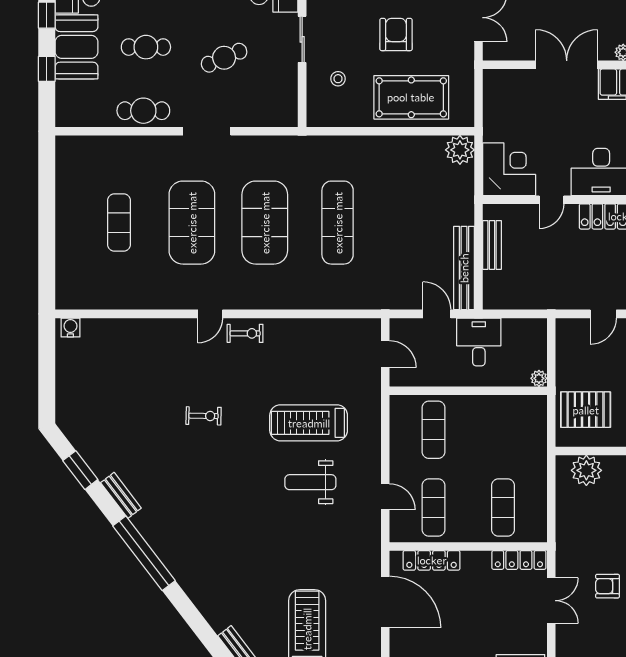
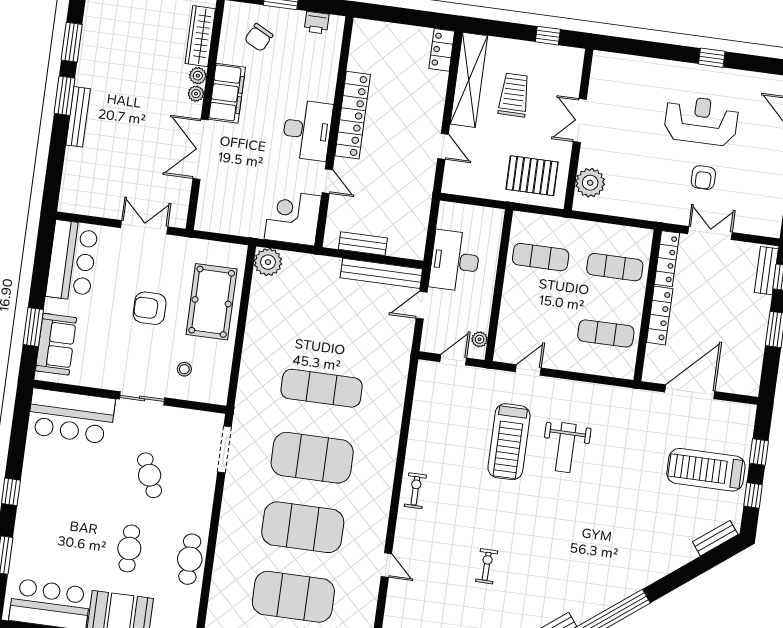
doorway: (207, 131) -> (224, 449), moved
exercise mat: (119, 223) -> (293, 597), width x2.00, depth x1.45
door: (210, 314) -> (386, 565), moved
desk: (479, 342) -> (455, 261), width x1.37
plant: (539, 378) -> (480, 339), moved
pallet: (586, 410) -> (532, 176), turned 90
exercise bike: (204, 416) -> (487, 566), moved
exercise mat: (433, 430) -> (541, 257), moved
door: (385, 497) -> (528, 370), moved
locker: (432, 560) -> (660, 316), moved

